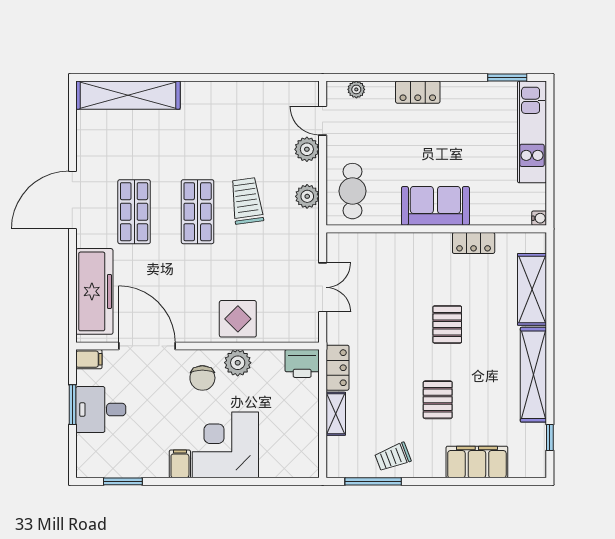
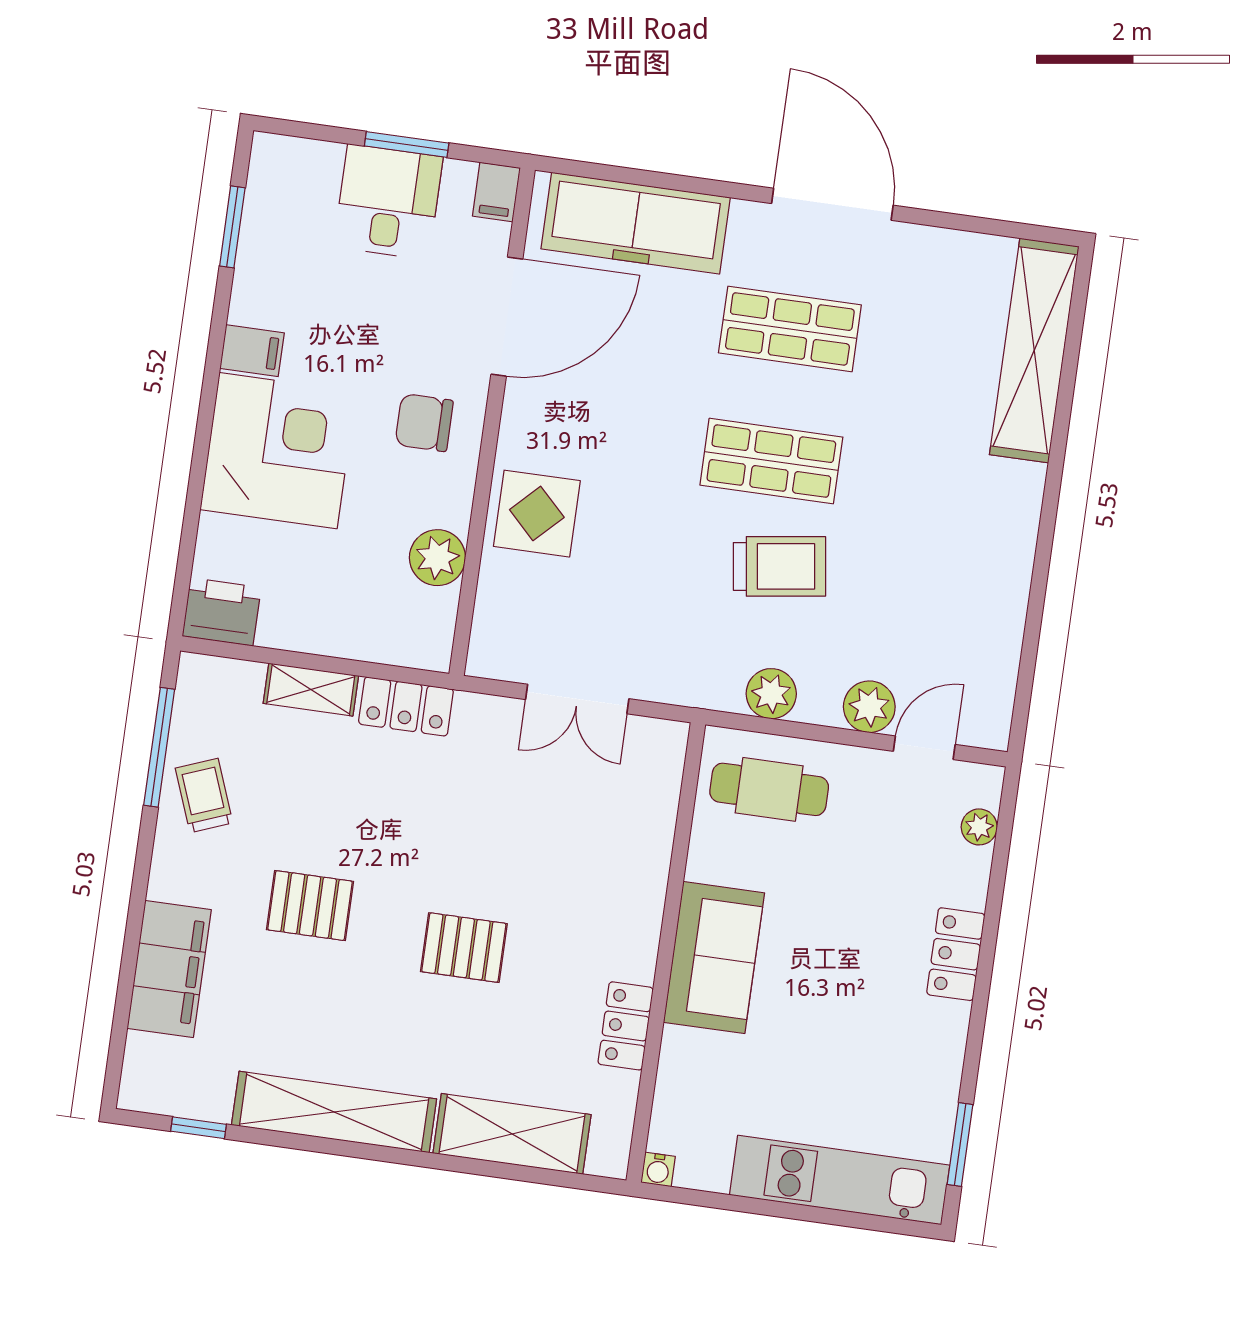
plant: (238, 363) -> (437, 558), moved
printer: (302, 363) -> (222, 612), moved, turned 90

